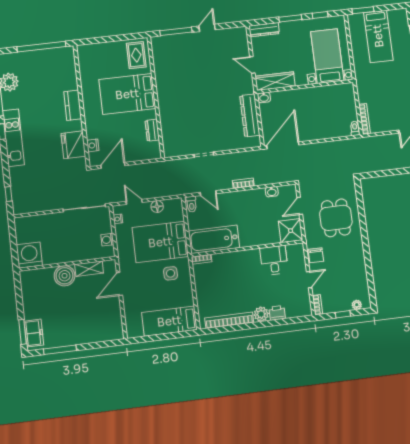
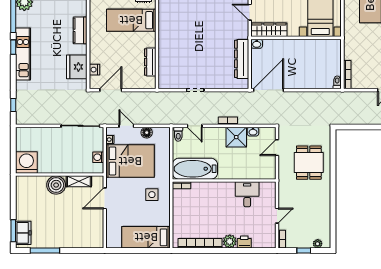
bed: (127, 94) -> (131, 20), width x0.67
dresser: (152, 130) -> (150, 62), width x1.44
shower: (291, 231) -> (236, 137), moved
bed: (160, 242) -> (130, 161), moved, turned 180
chair: (316, 255) -> (286, 194), removed

